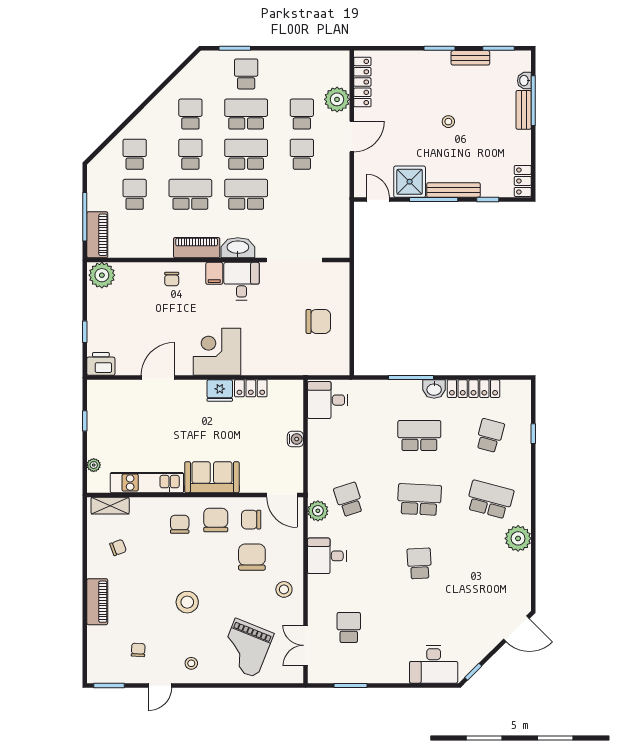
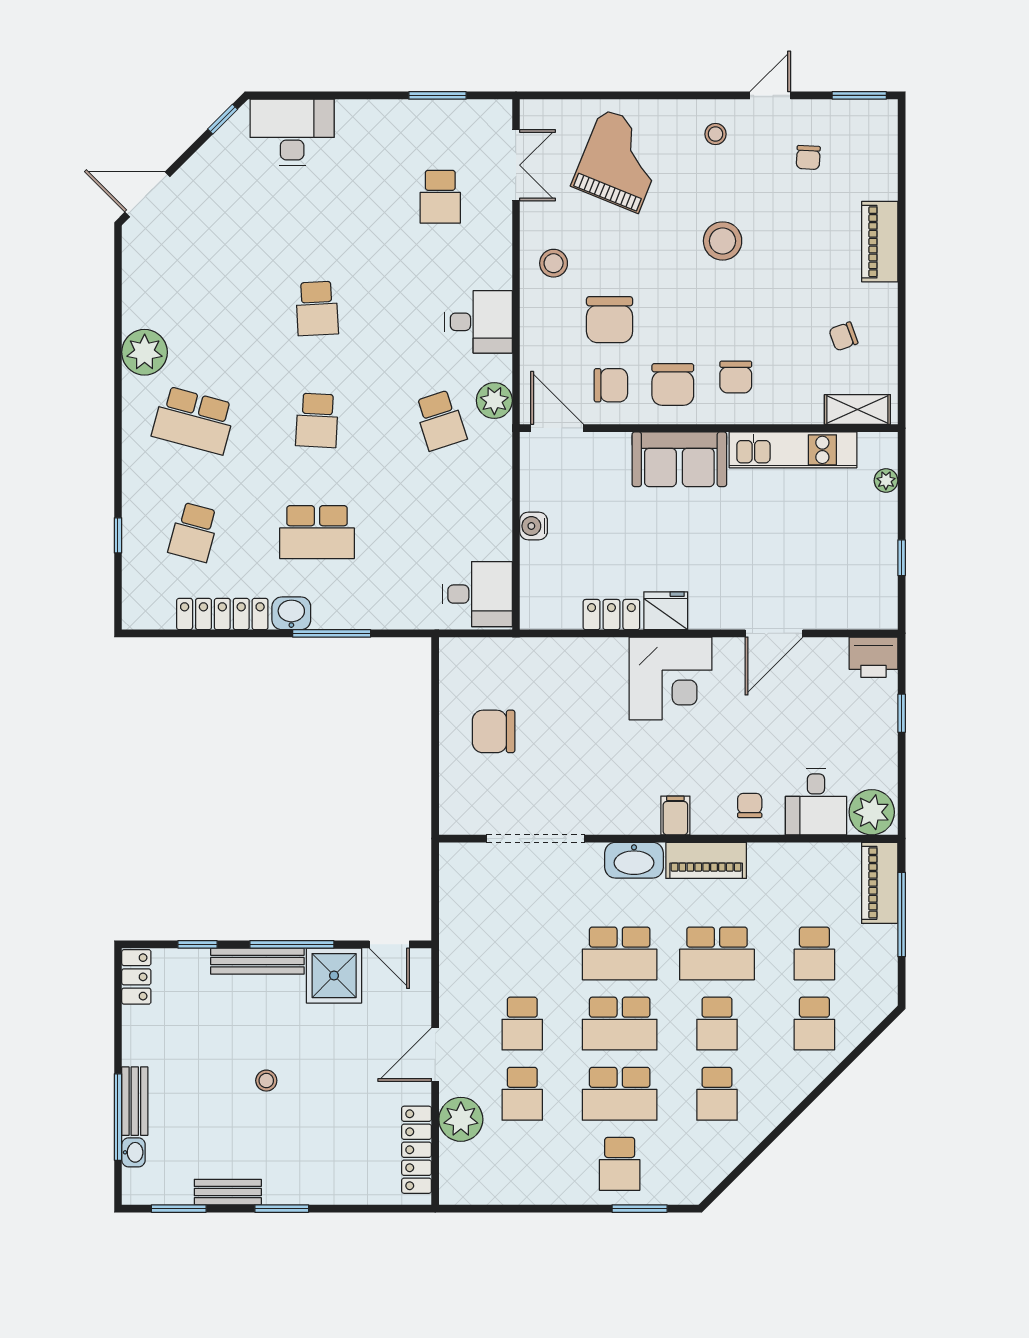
desk: (242, 281) -> (816, 802), moved
school desk: (419, 499) -> (317, 420), width x0.54

